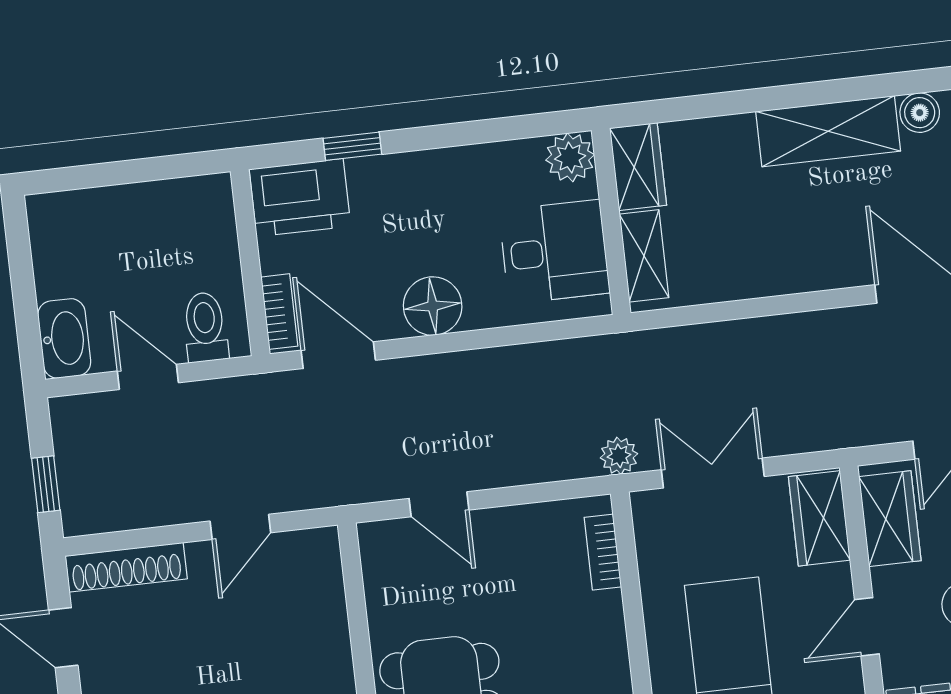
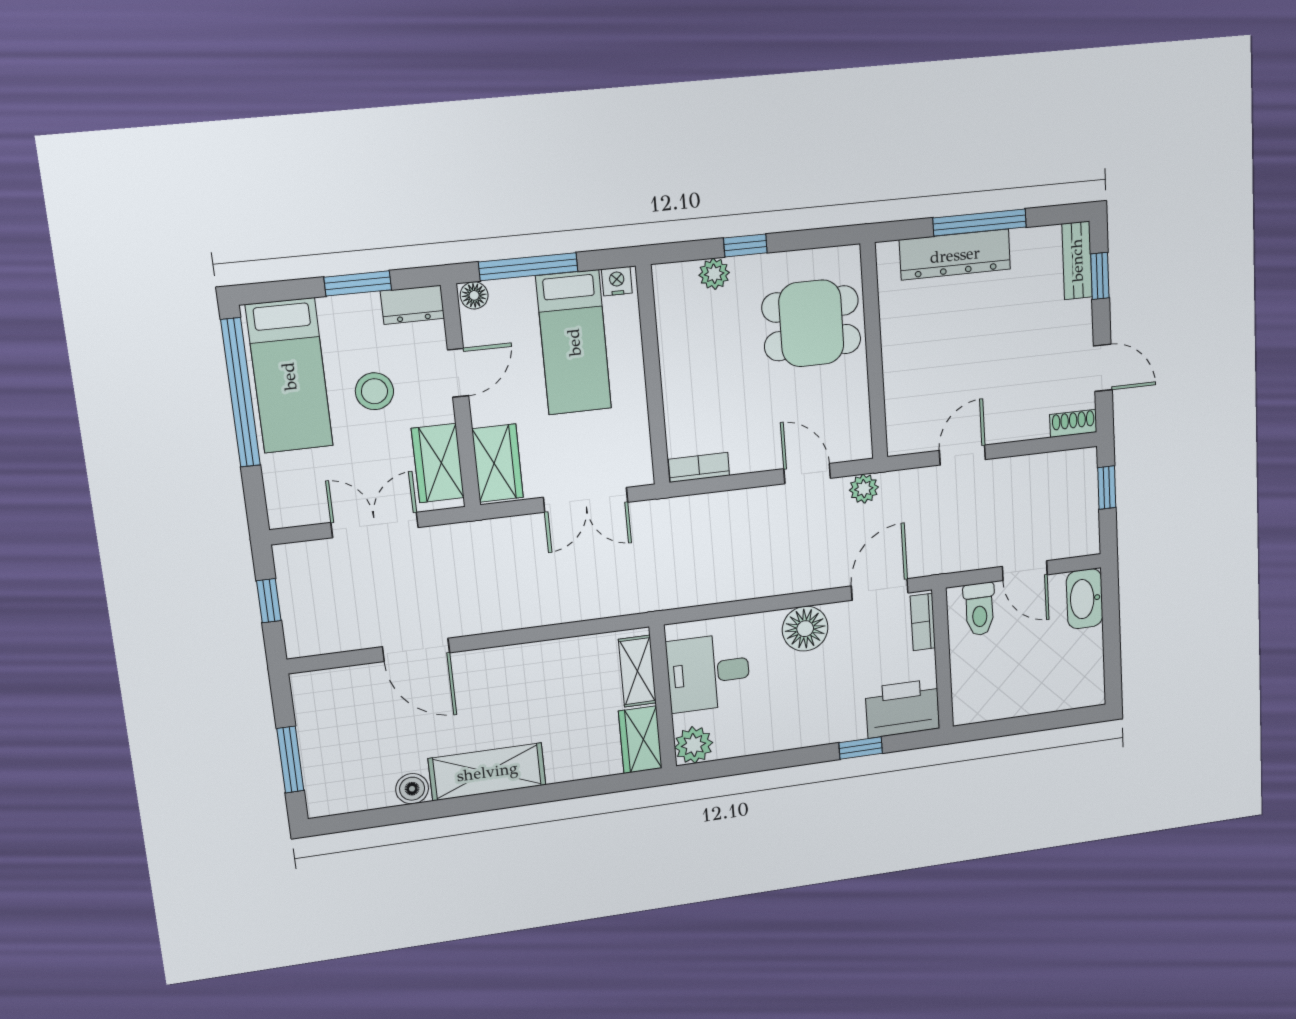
door: (338, 355) -> (880, 589), swing flipped
plant: (619, 456) -> (864, 489), moved
bookcase: (603, 552) -> (699, 467), moved, turned -90
shoe rack: (126, 567) -> (1073, 423), width x0.51, depth x0.81

